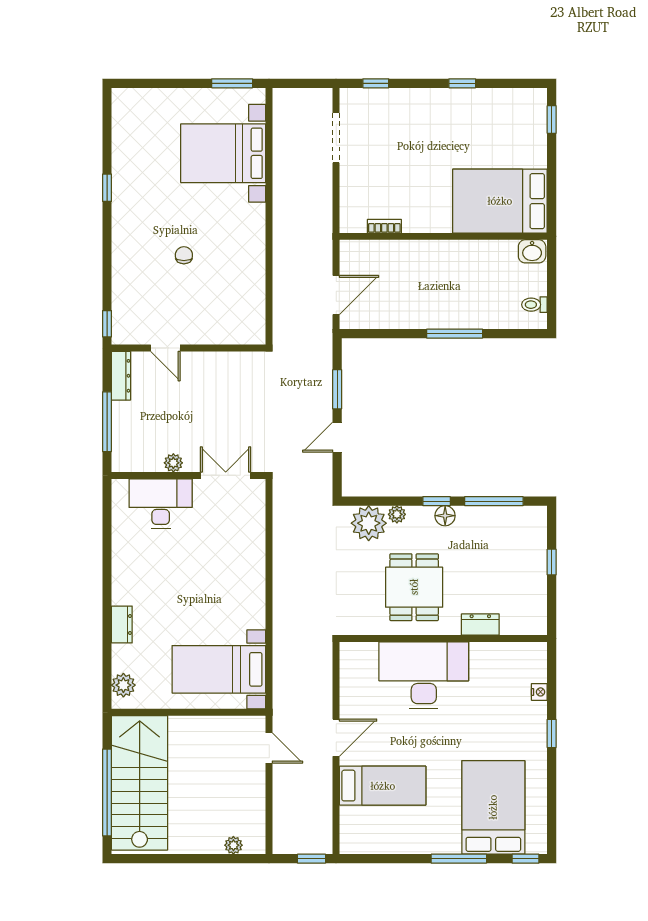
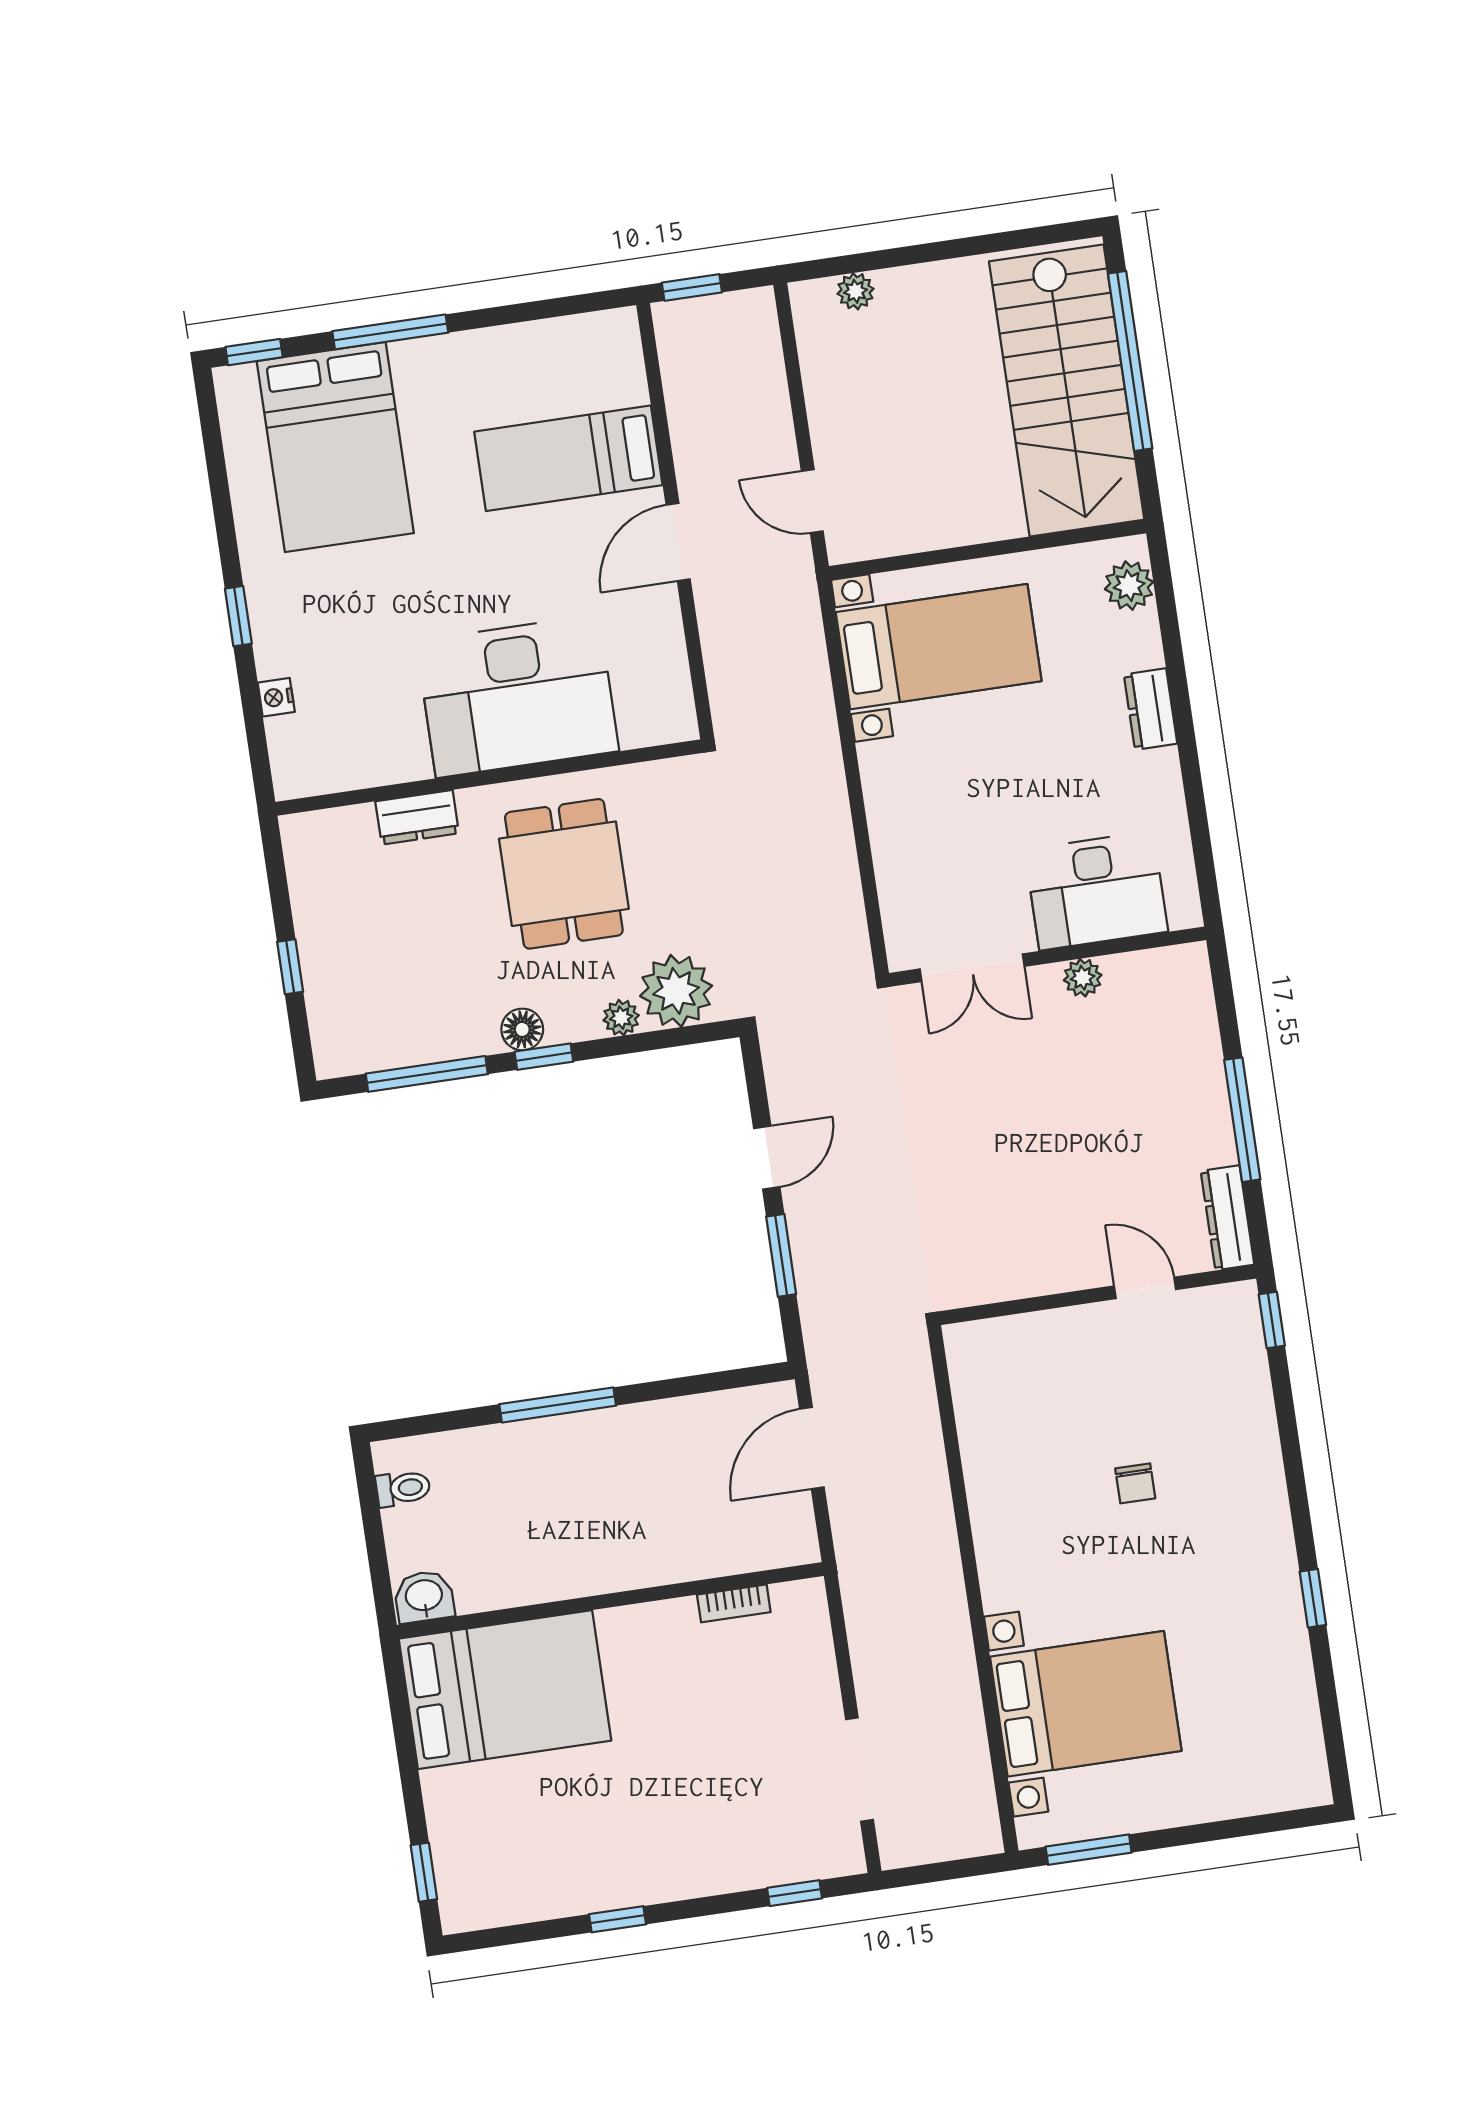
plant: (173, 463) -> (1083, 978), moved
wall: (189, 475) -> (1048, 957), moved
double door: (226, 475) -> (972, 968), moved
desk: (161, 504) -> (1096, 891), moved

